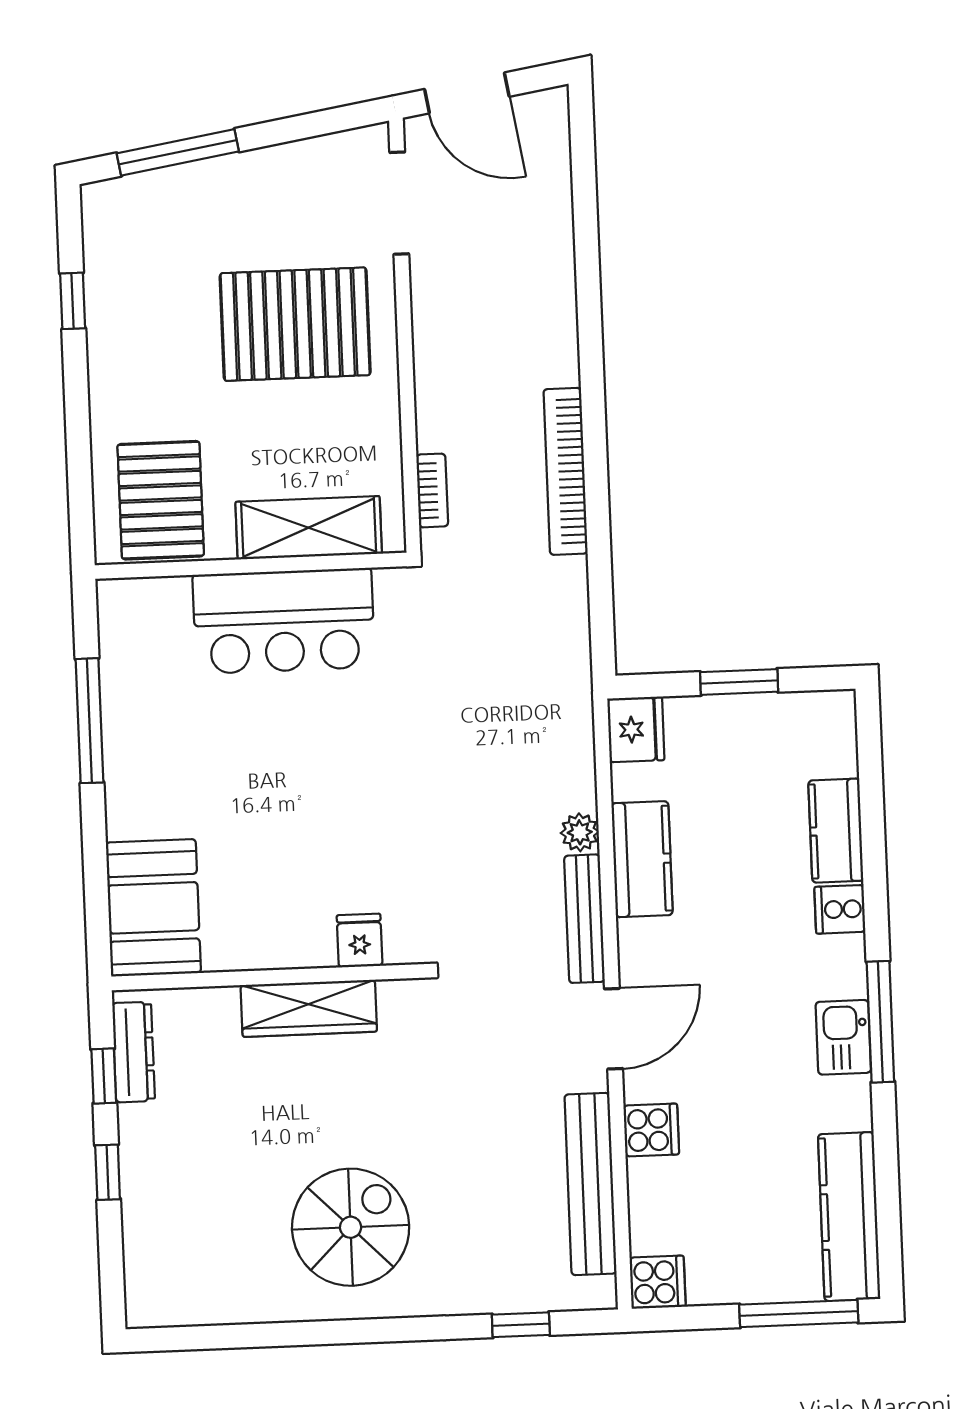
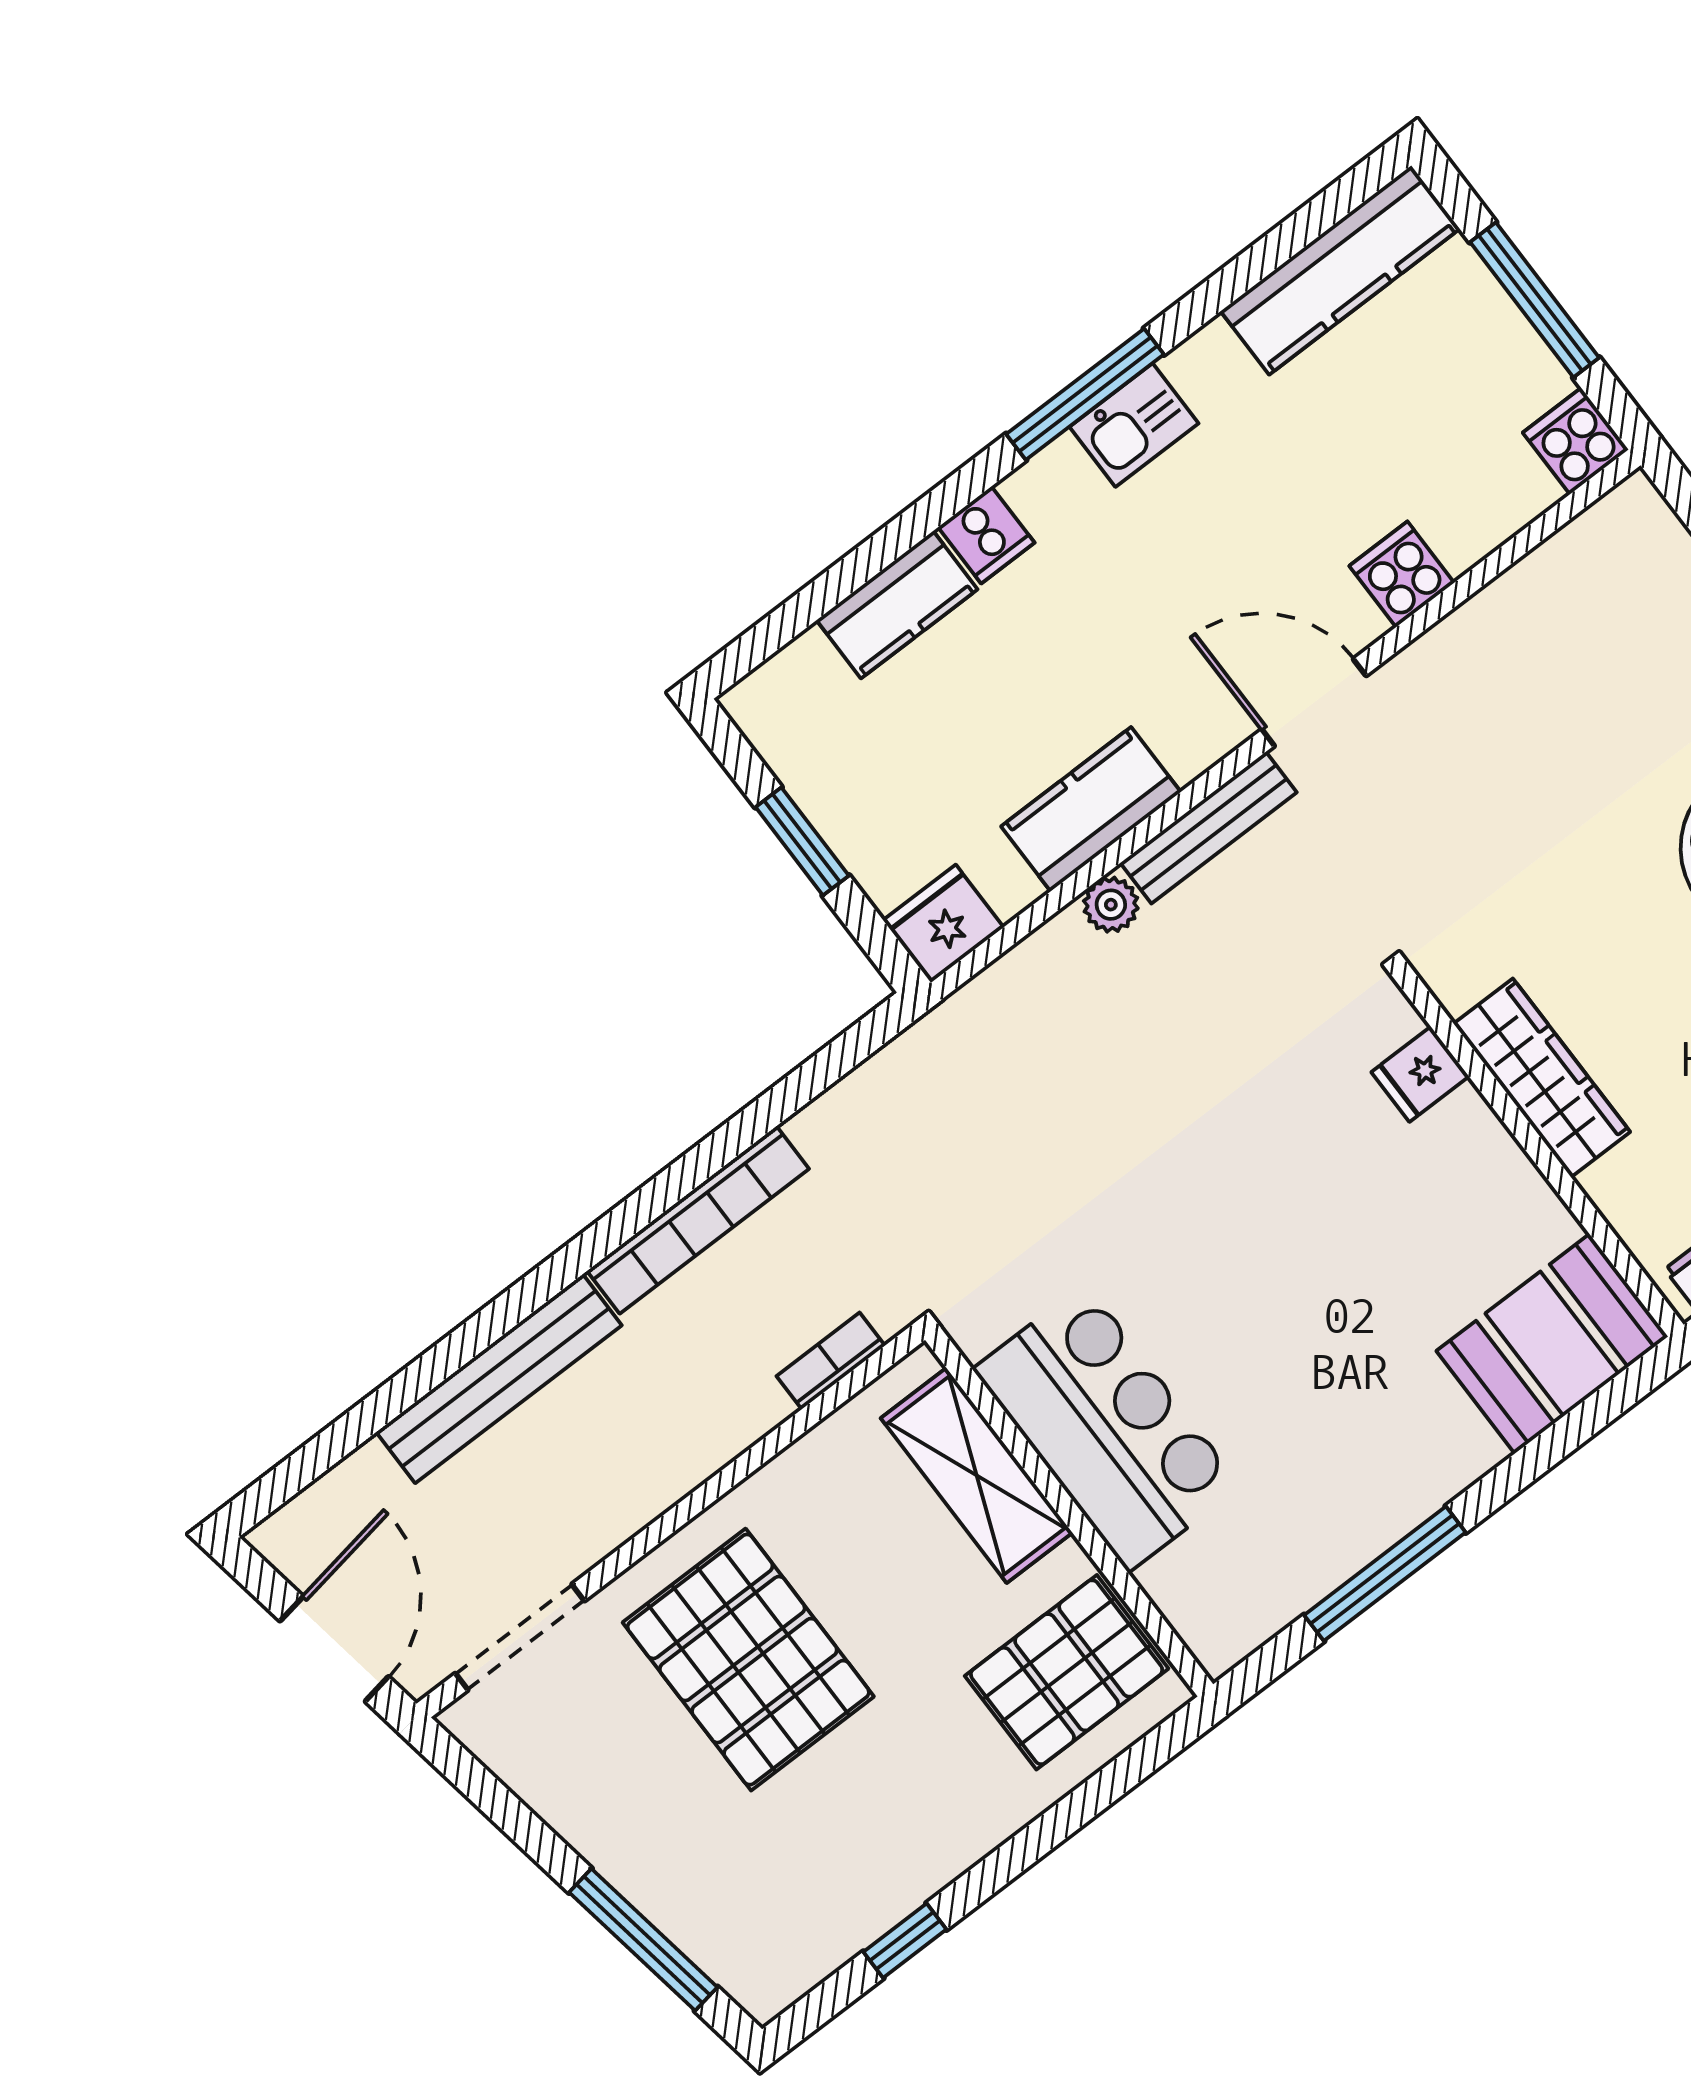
bench: (590, 1184) -> (499, 1379), moved
window: (799, 1314) -> (1535, 300), moved

